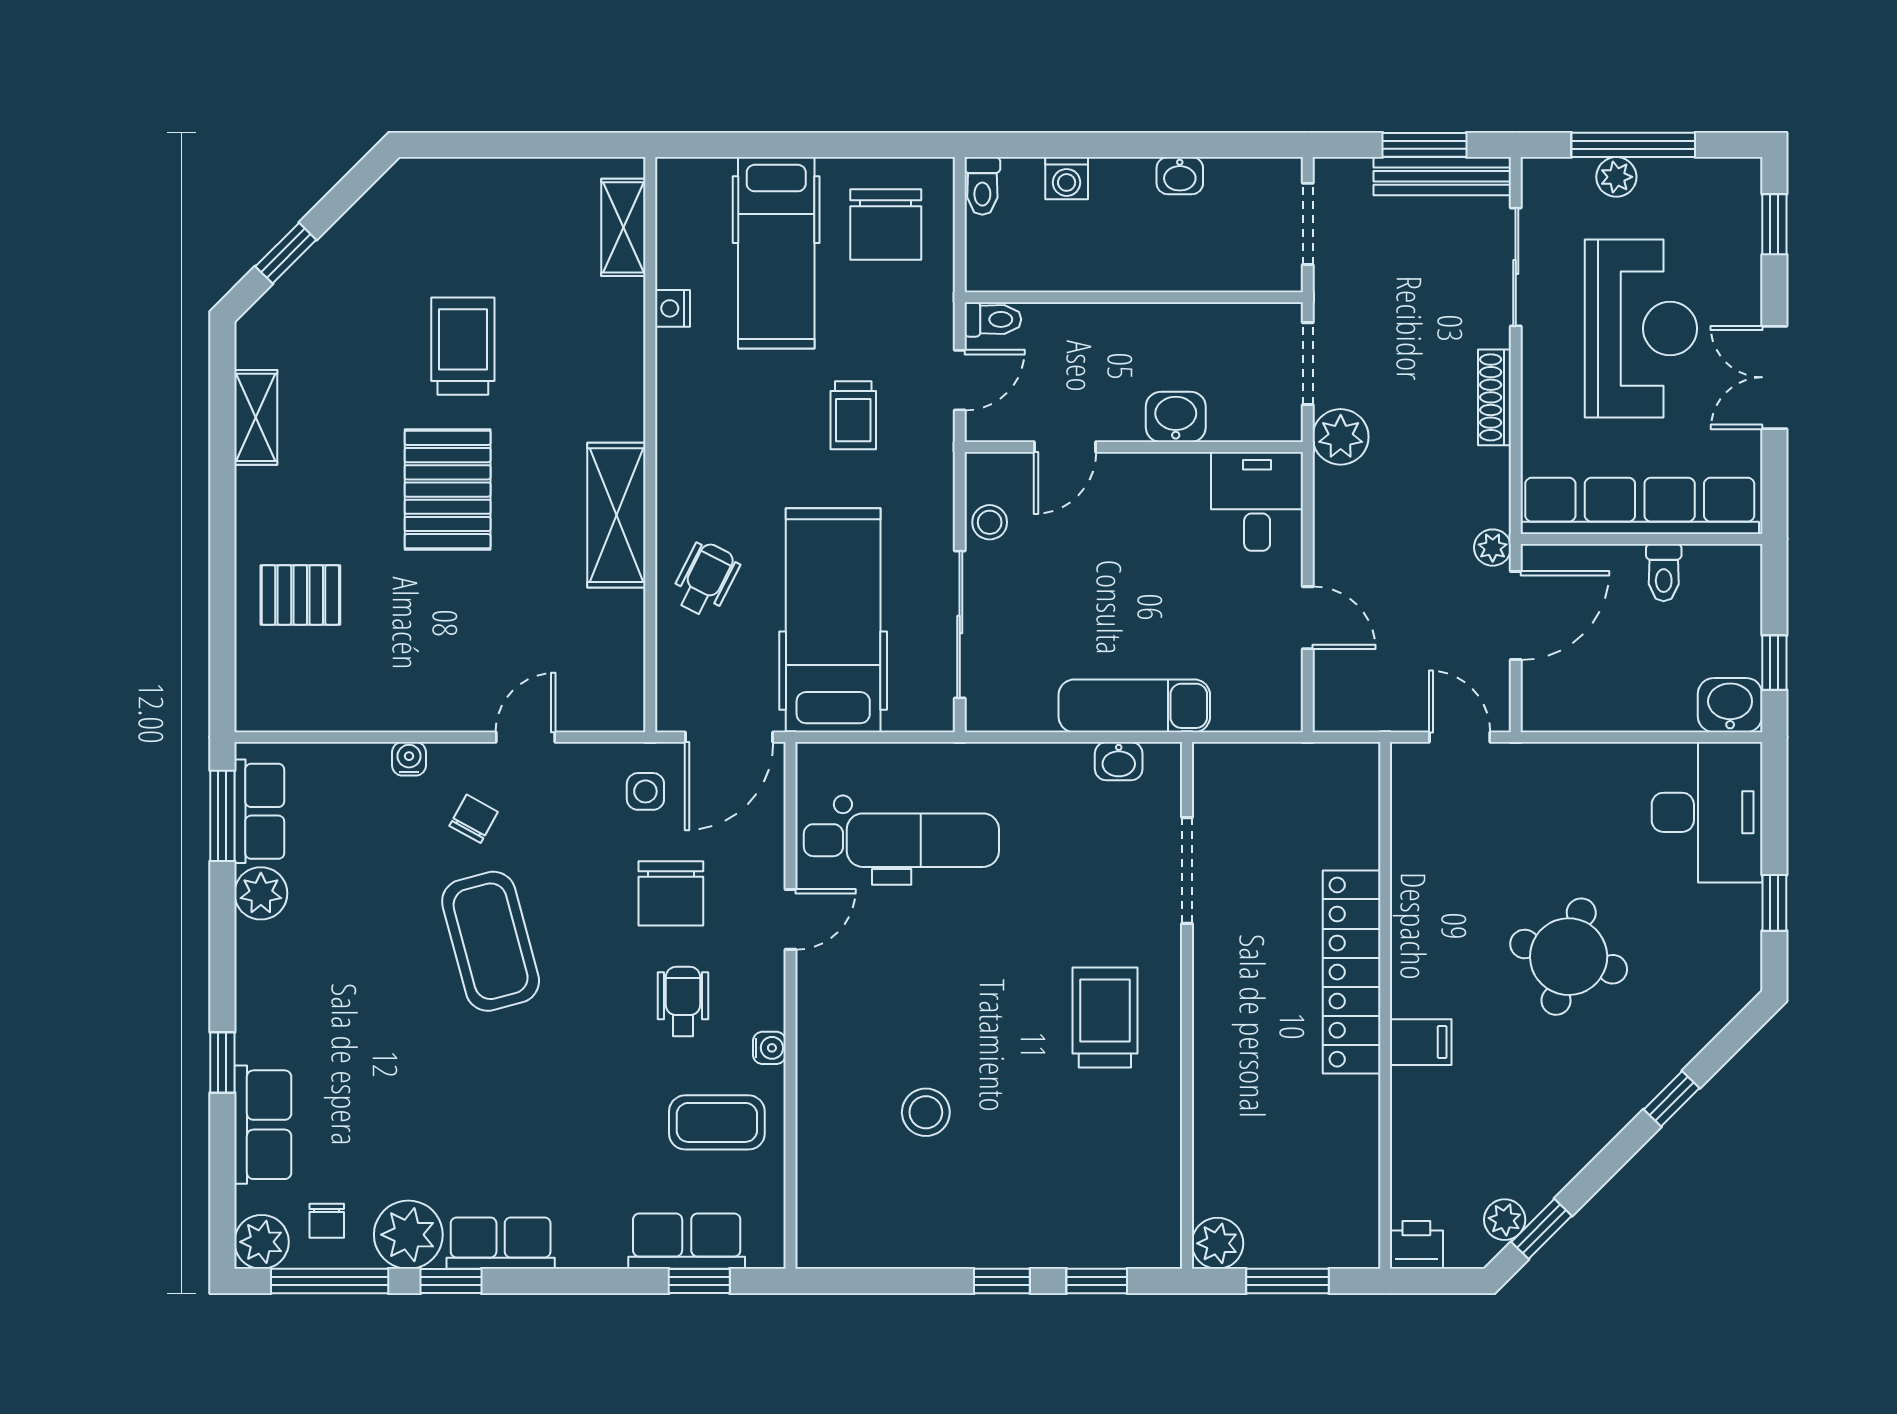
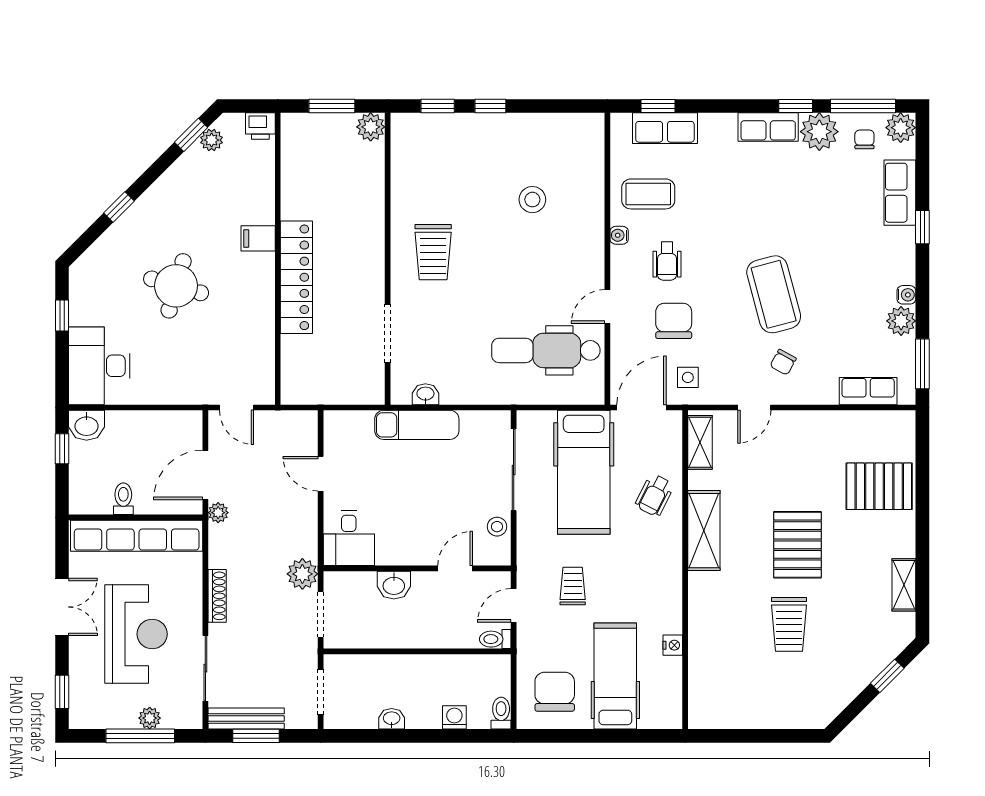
shelving: (623, 227) -> (700, 442), moved
reception desk: (1641, 329) -> (136, 634), turned 180
pallet: (300, 595) -> (879, 486), width x1.50, depth x1.42
water cooler: (409, 759) -> (906, 295), moved, turned -90
row of seats: (259, 811) -> (868, 391), moved, turned 90

